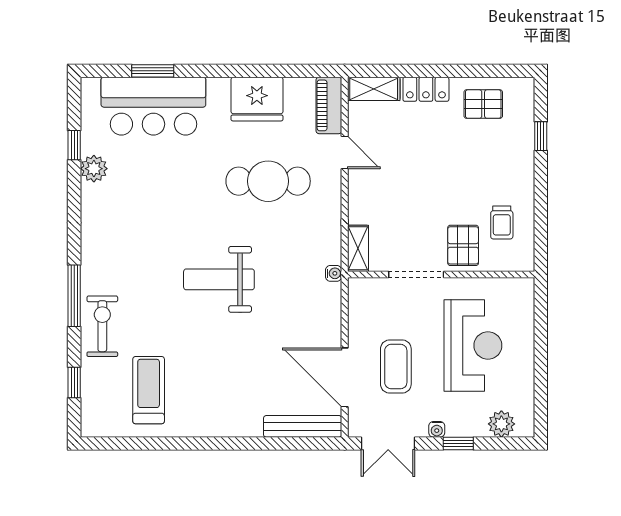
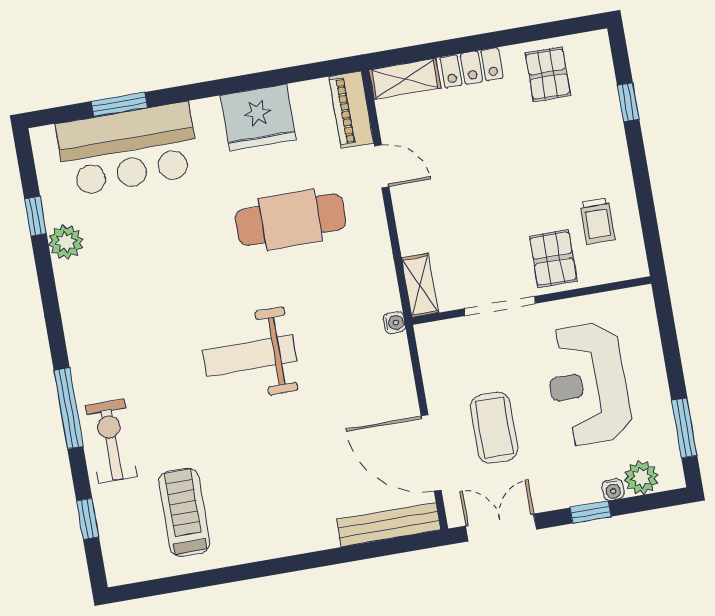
pallet: (483, 104) -> (548, 74), turned 90
reception desk: (473, 346) -> (588, 384), turned 180
window: (541, 392) -> (684, 428), added
water cooler: (437, 429) -> (613, 490), moved
double door: (388, 443) -> (501, 528), swing flipped

